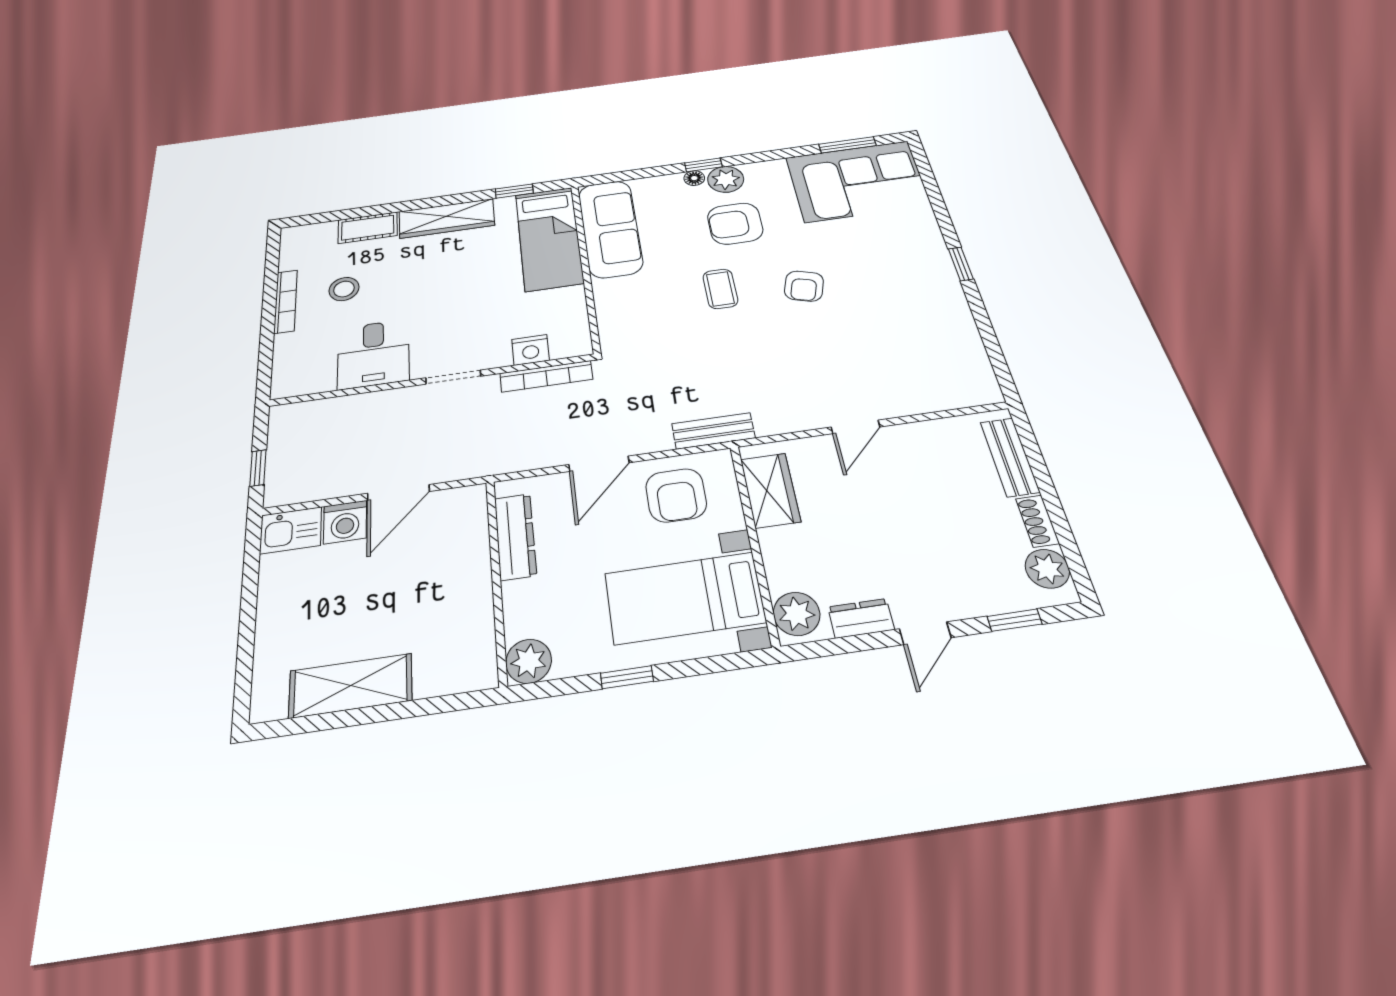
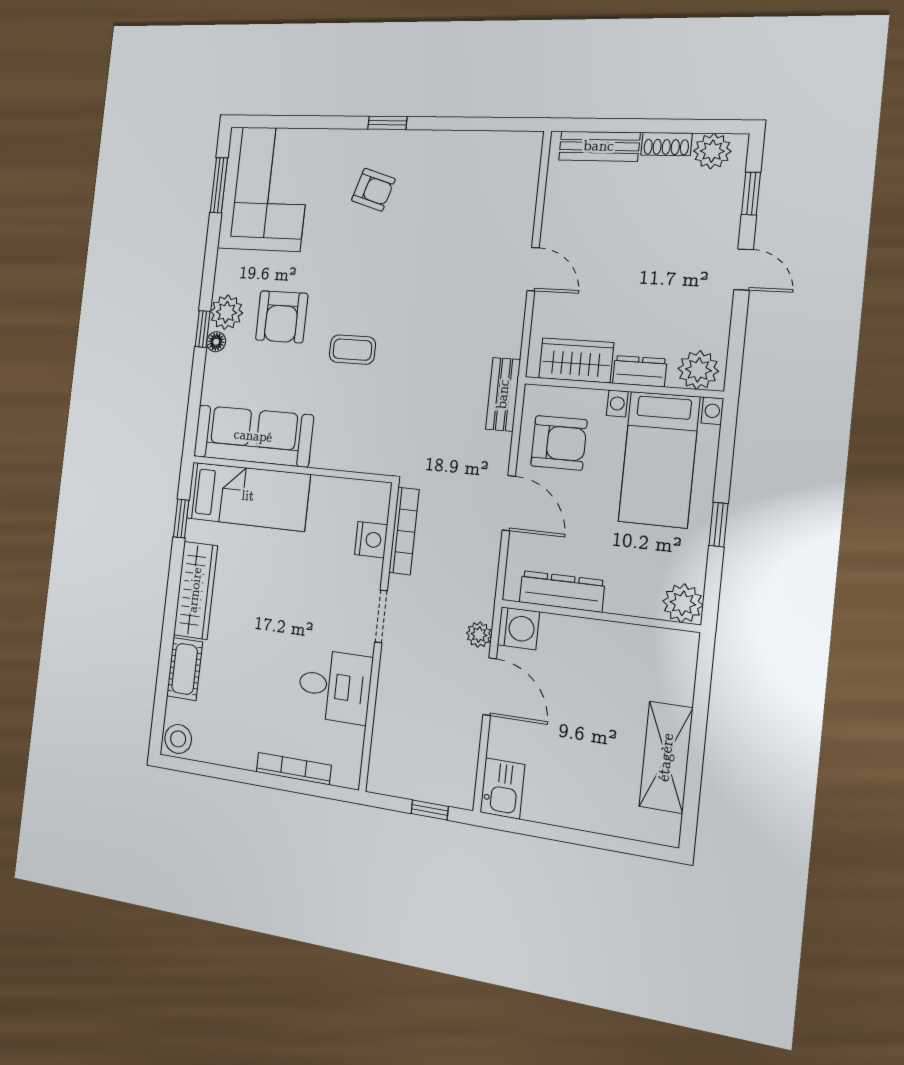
armchair: (804, 286) -> (373, 190), moved
stool: (344, 289) -> (178, 739), moved
bookcase: (286, 301) -> (294, 769), moved
plant: (452, 469) -> (479, 635), added
washing machine: (345, 522) -> (518, 628), moved
dresser: (861, 618) -> (640, 371), moved, turned 90

